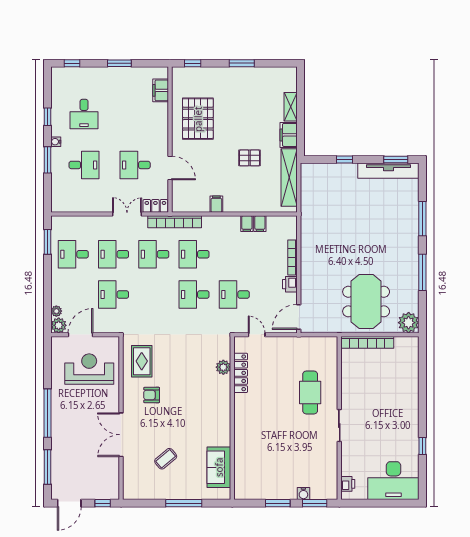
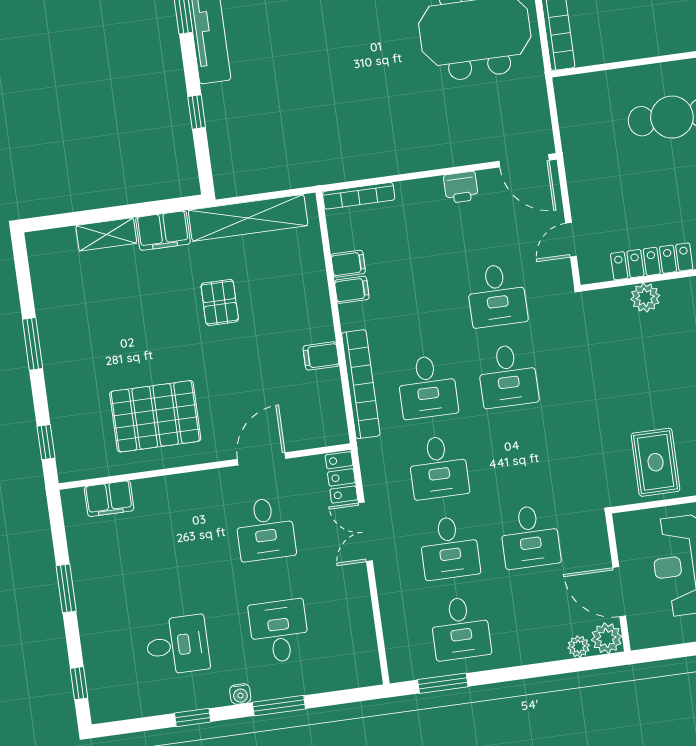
bookcase: (175, 222) -> (361, 384), moved
bookcase: (293, 258) -> (359, 196), moved
rug: (142, 361) -> (656, 462), turned 90

